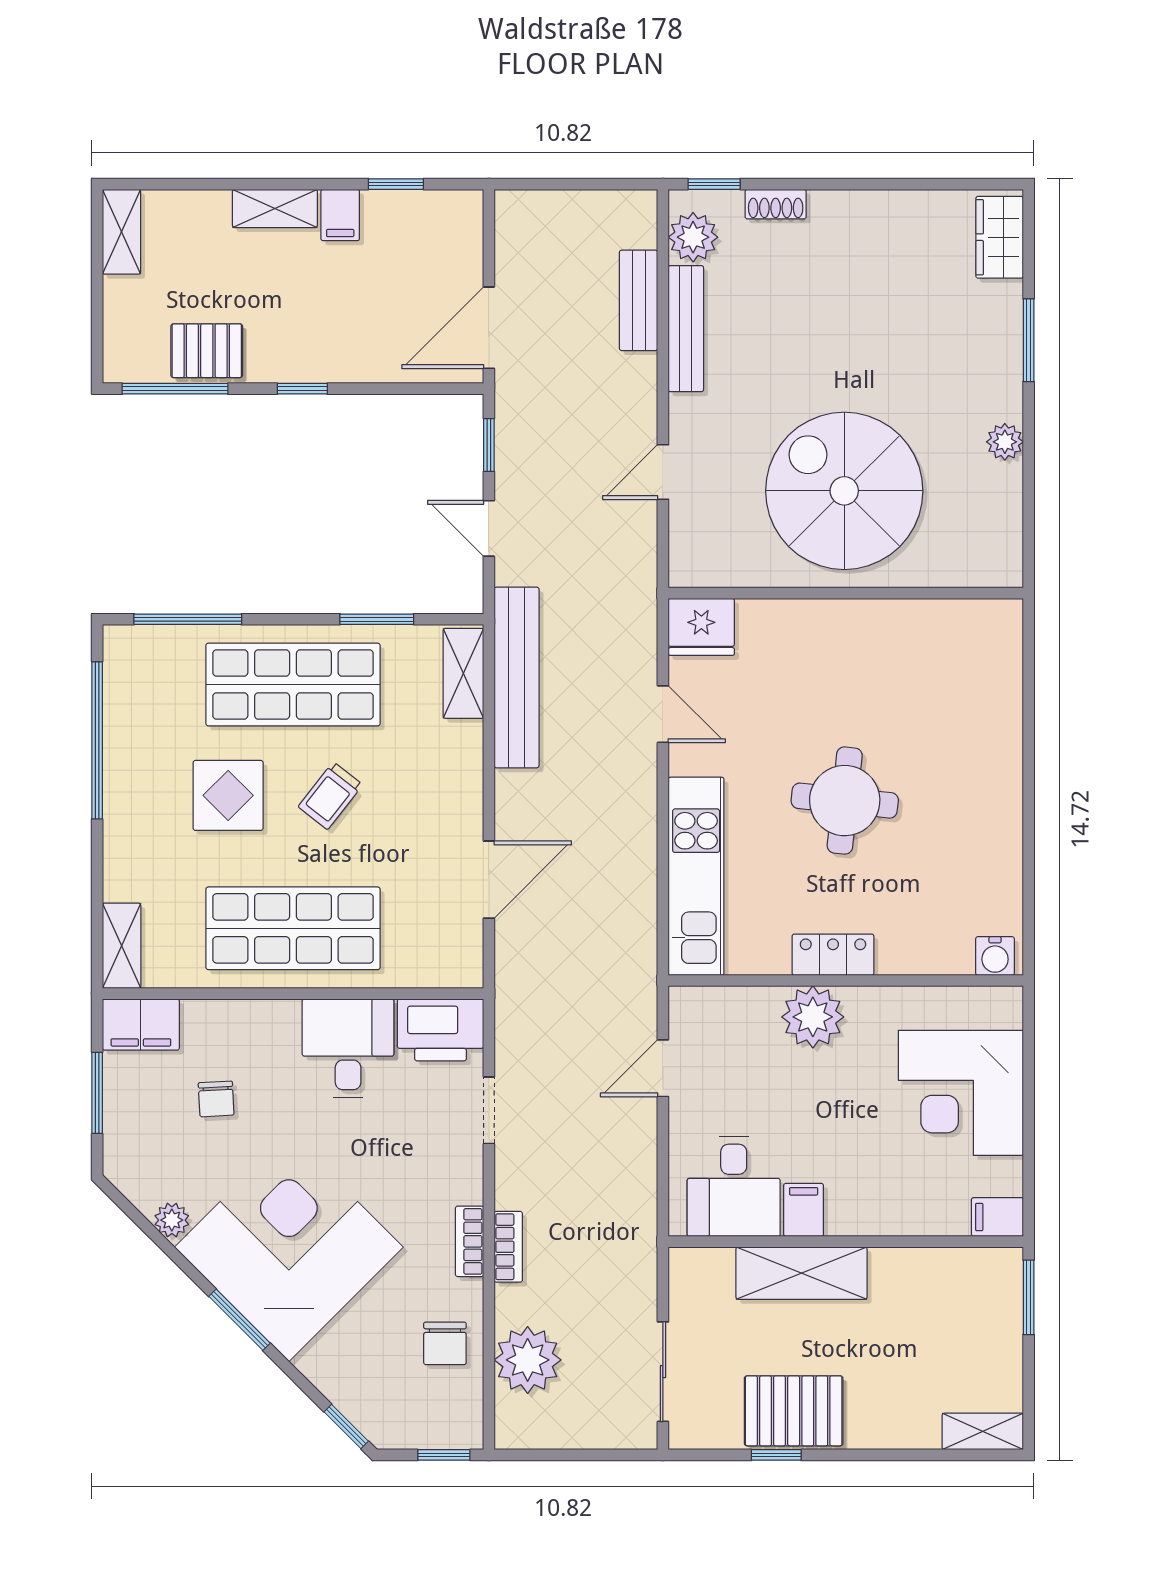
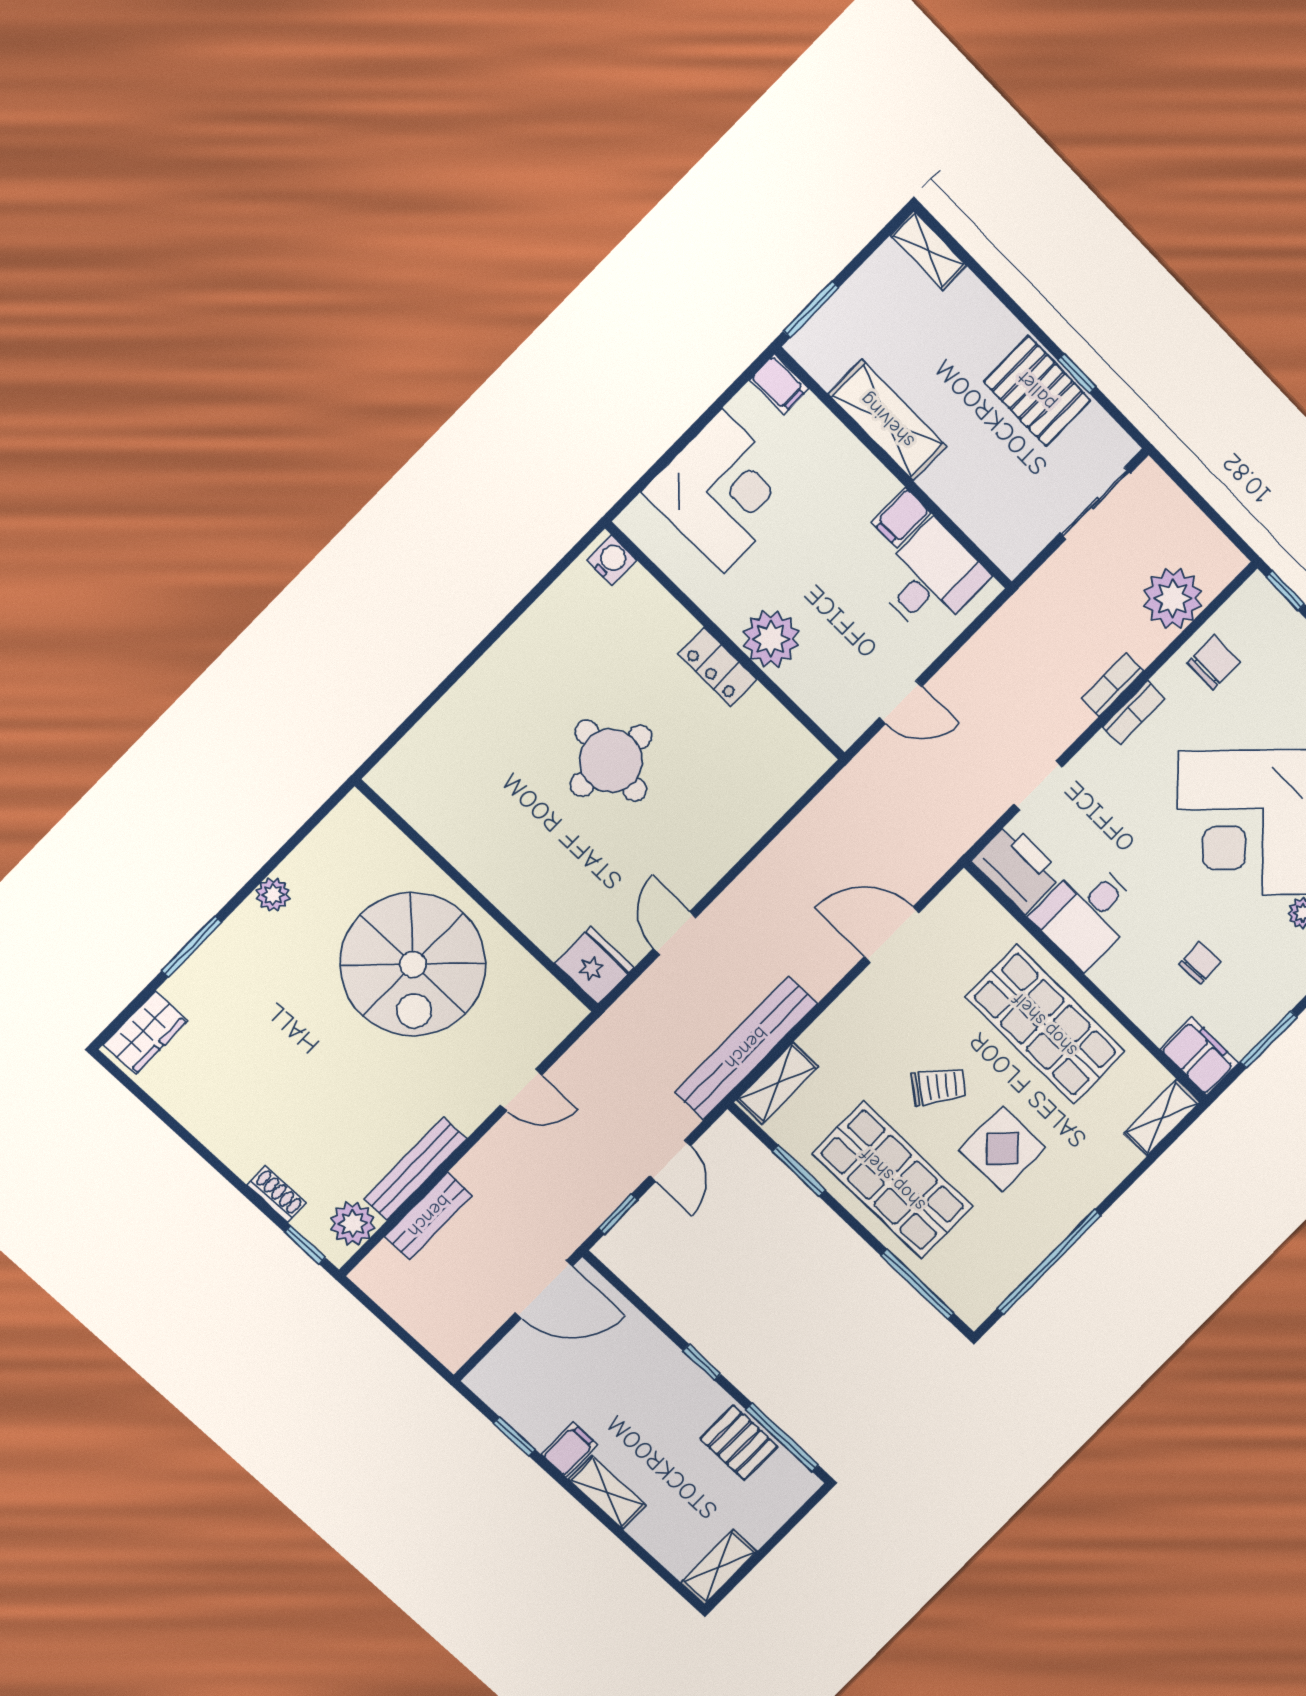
kitchen unit: (696, 876) -> (757, 806), removed
shelving: (801, 1273) -> (887, 420), moved

